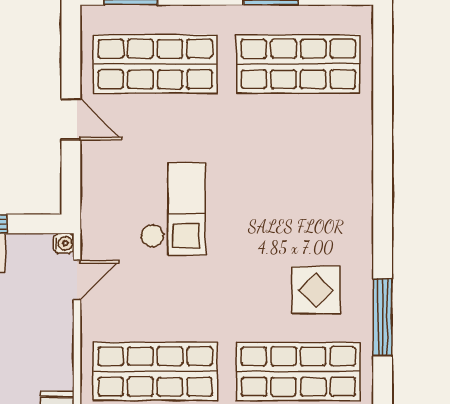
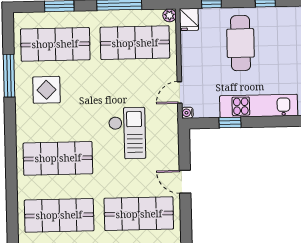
shop shelf: (298, 166) -> (58, 158), added
checkout: (173, 209) -> (127, 133), turned 180

